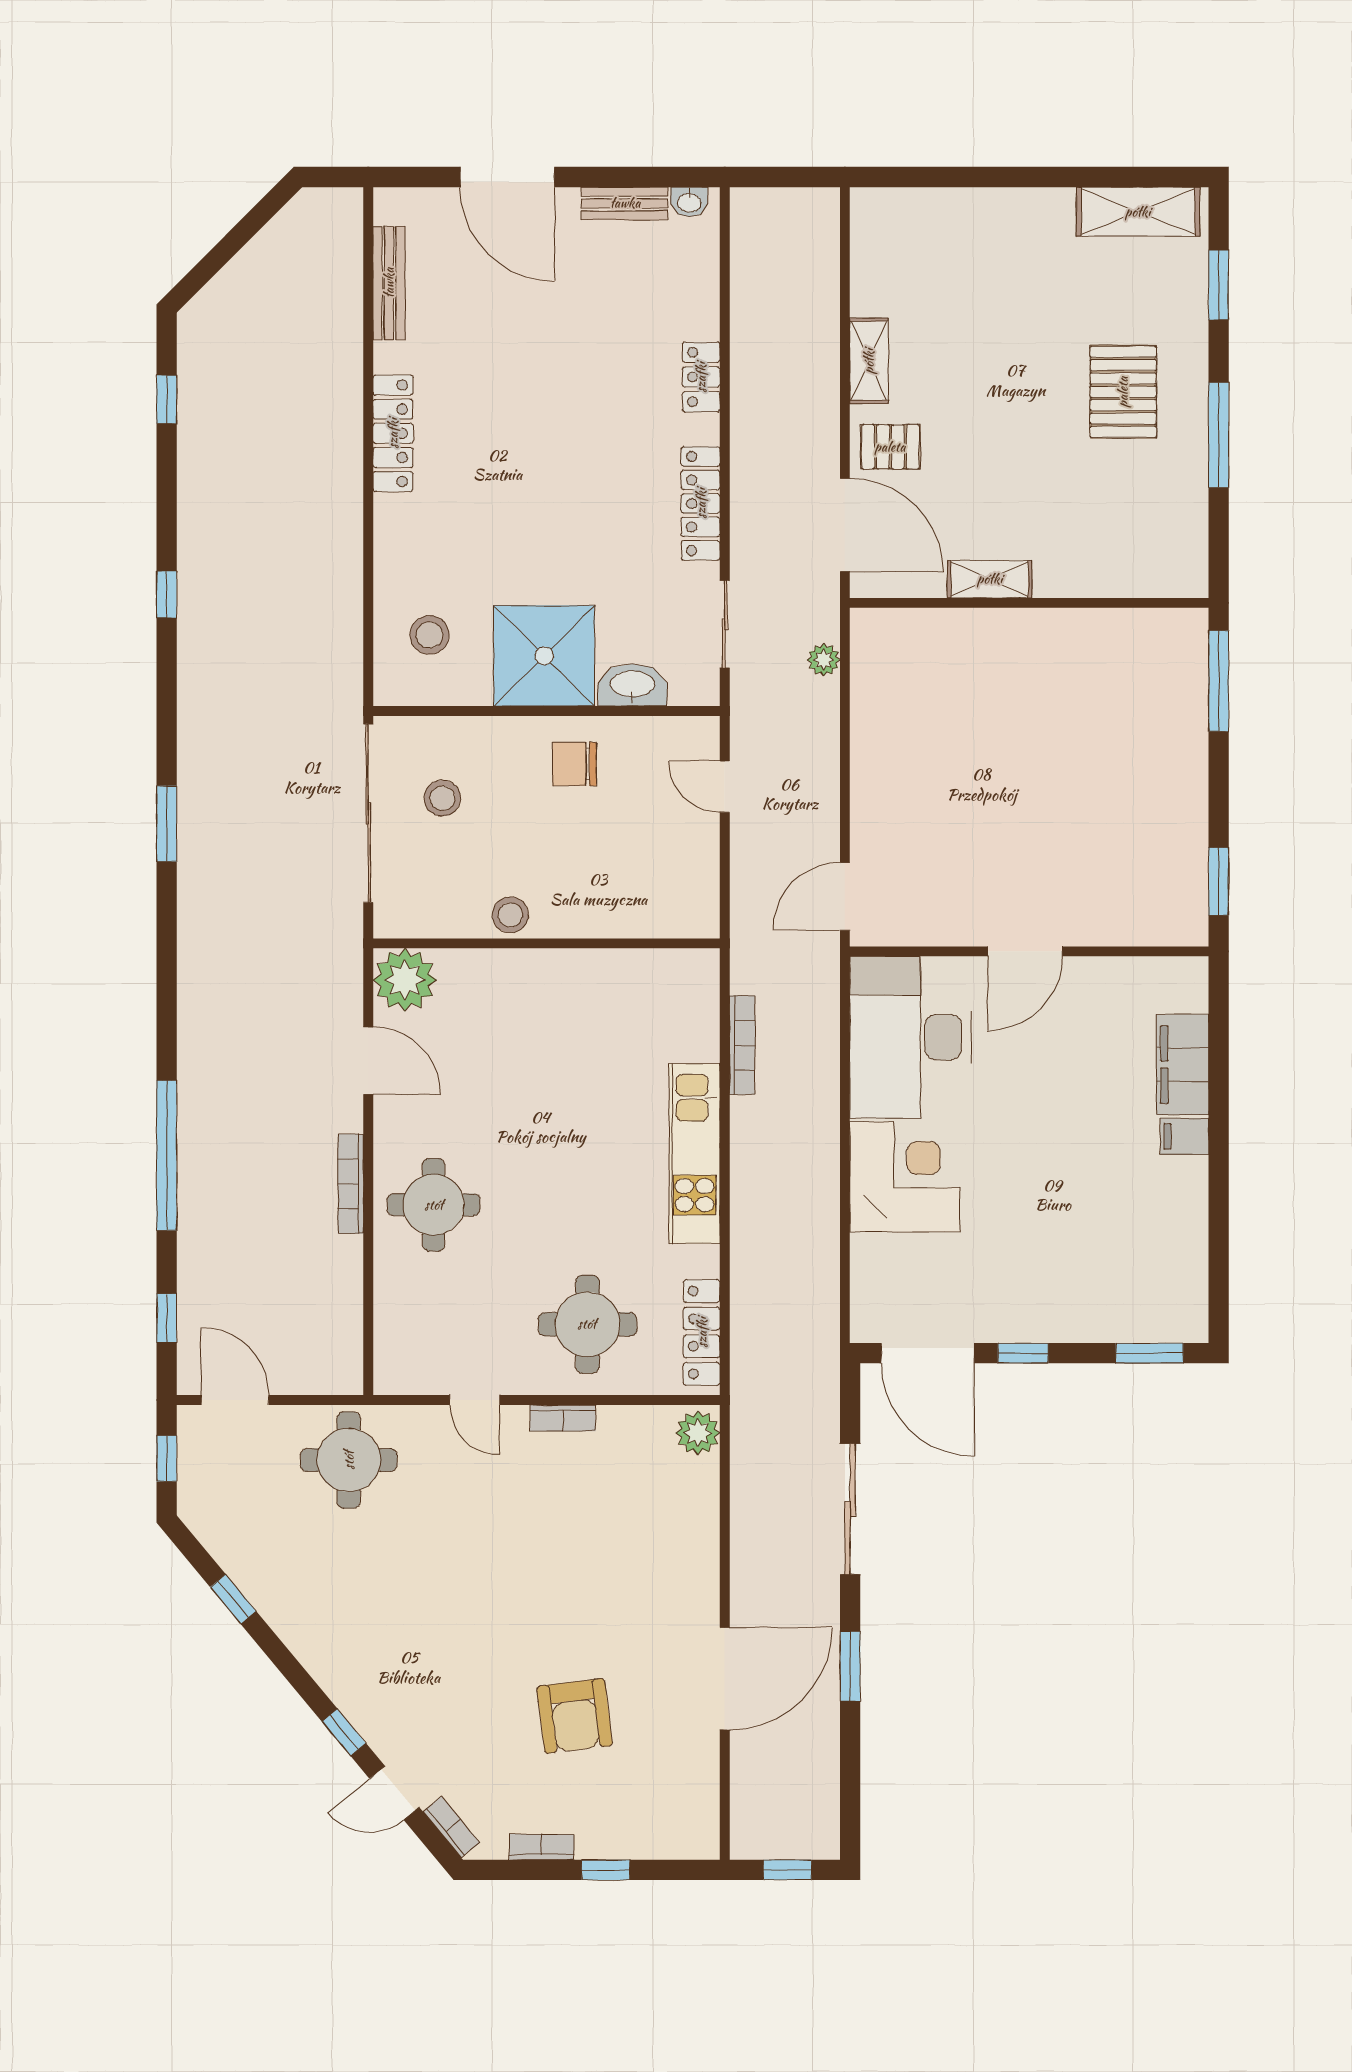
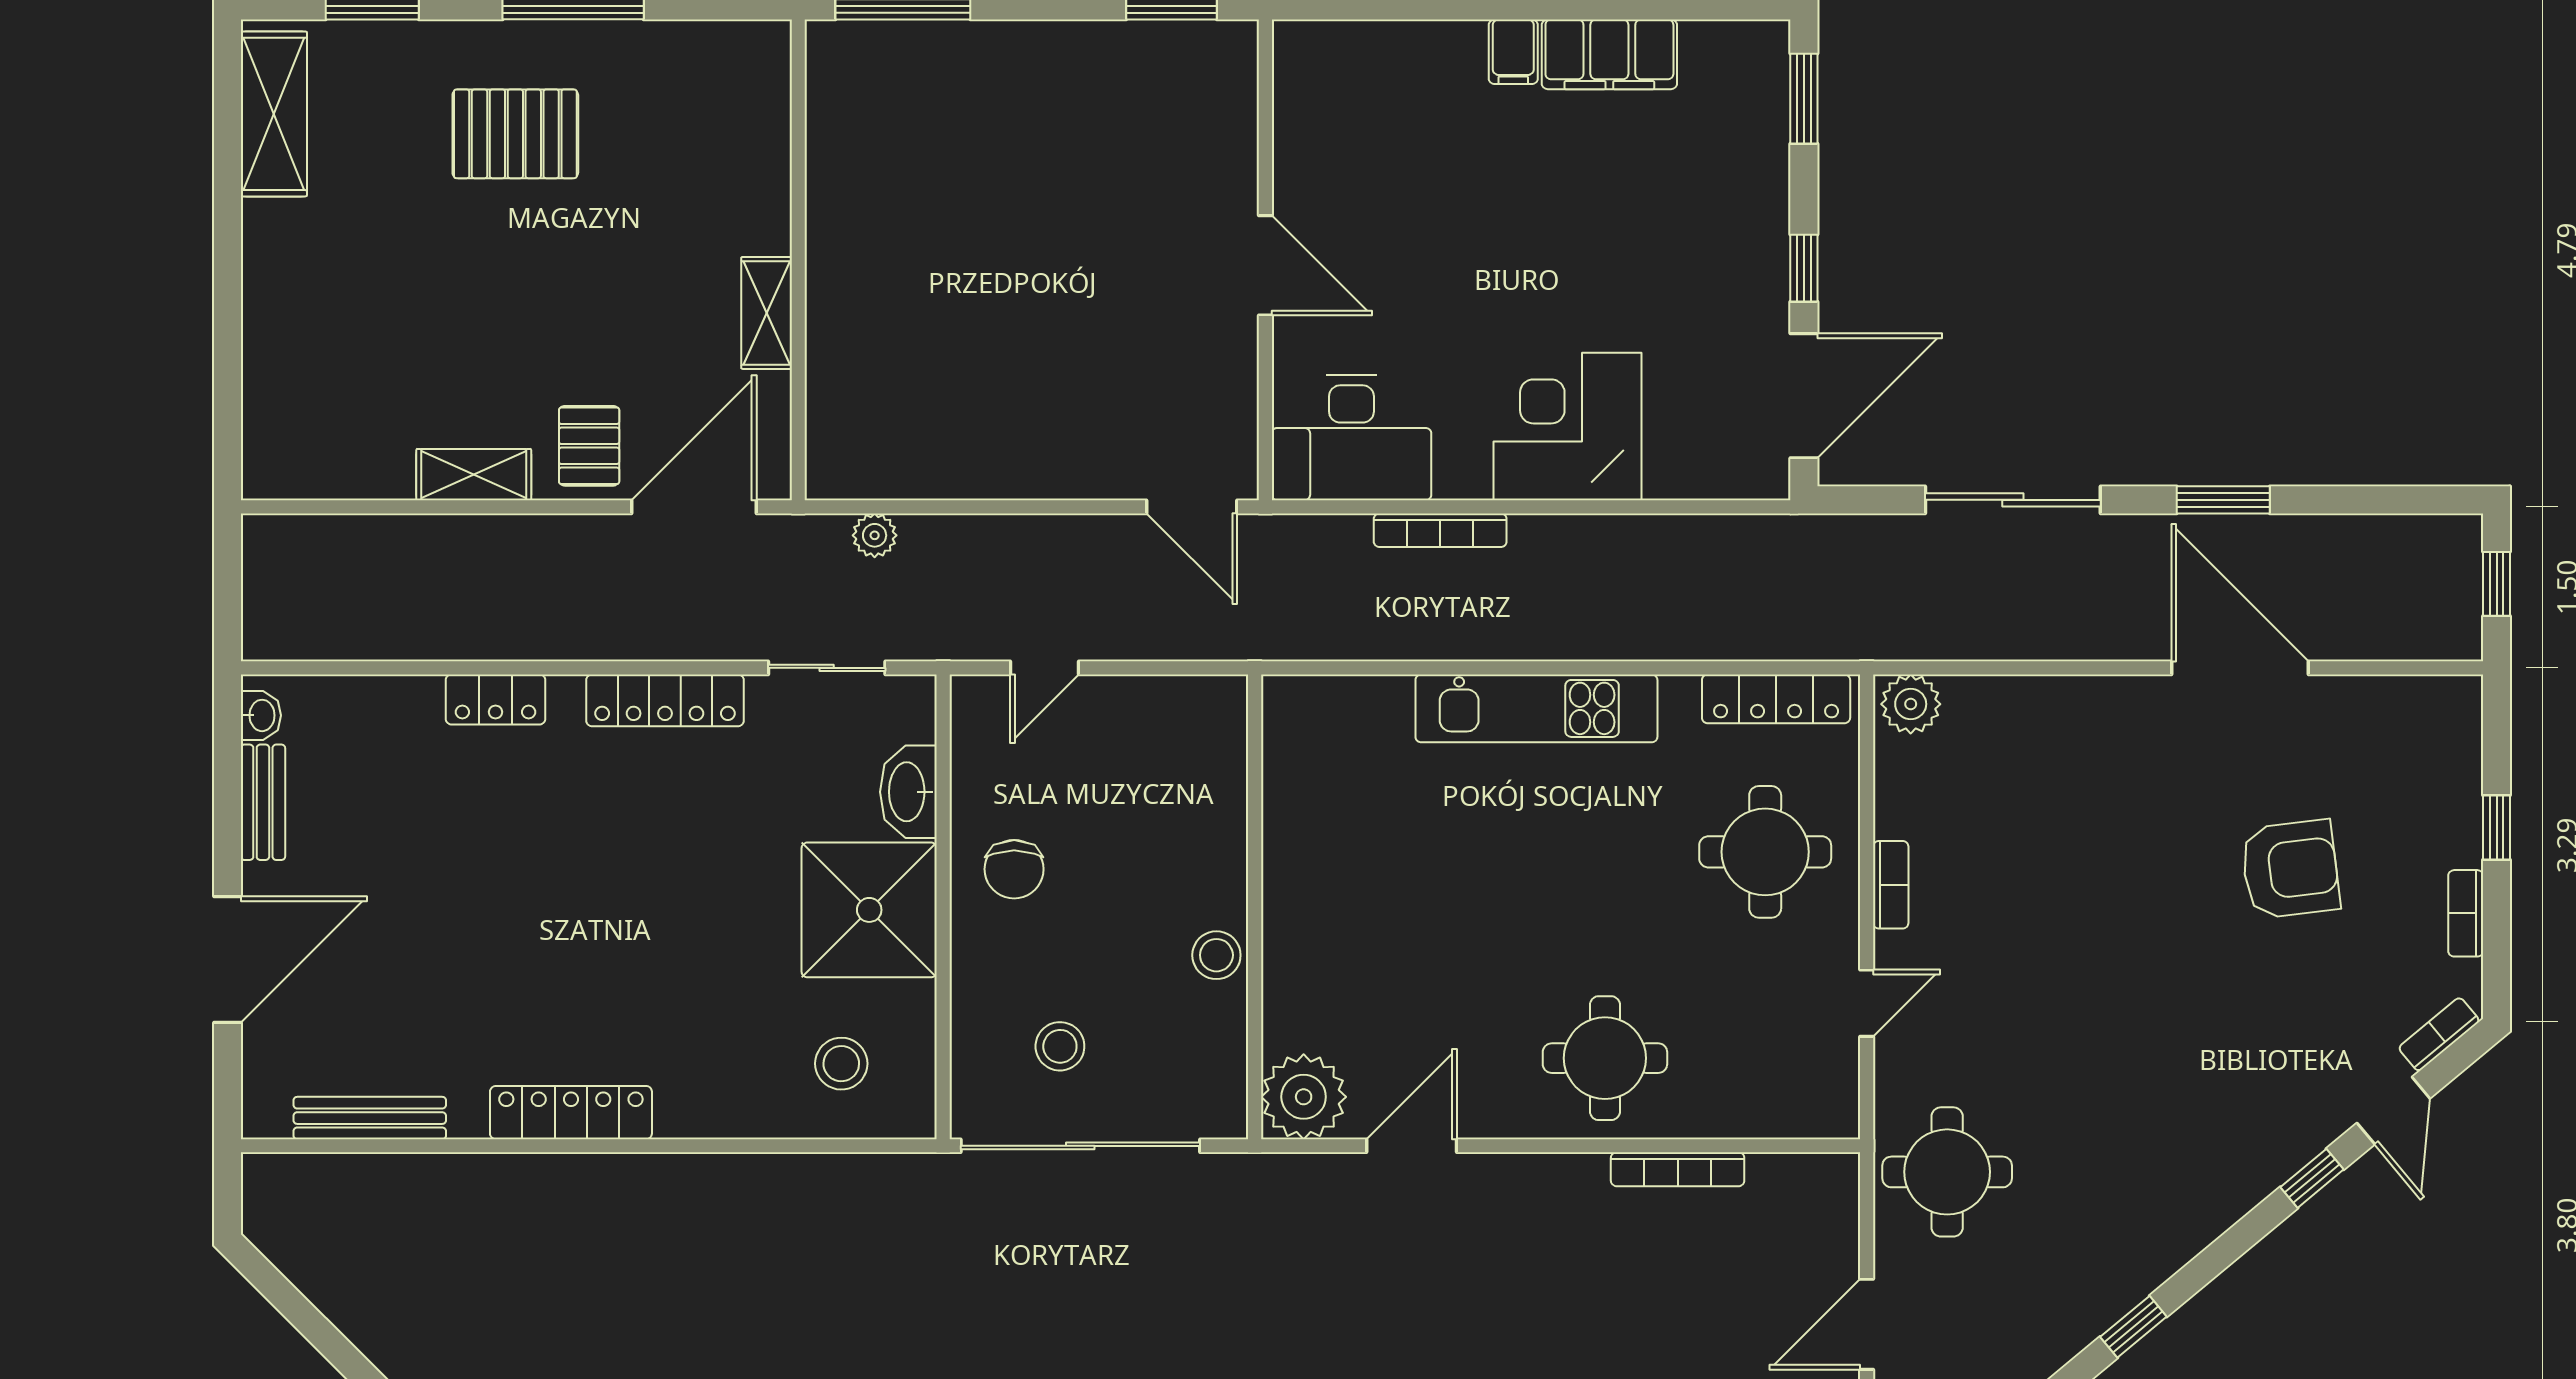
desk: (910, 1037) -> (1351, 438), width x0.73, depth x0.77
bookcase: (742, 1045) -> (1440, 530), moved, turned 180
filing cabinet: (1183, 1065) -> (1609, 54), moved
bookcase: (351, 1184) -> (1678, 1169), moved

